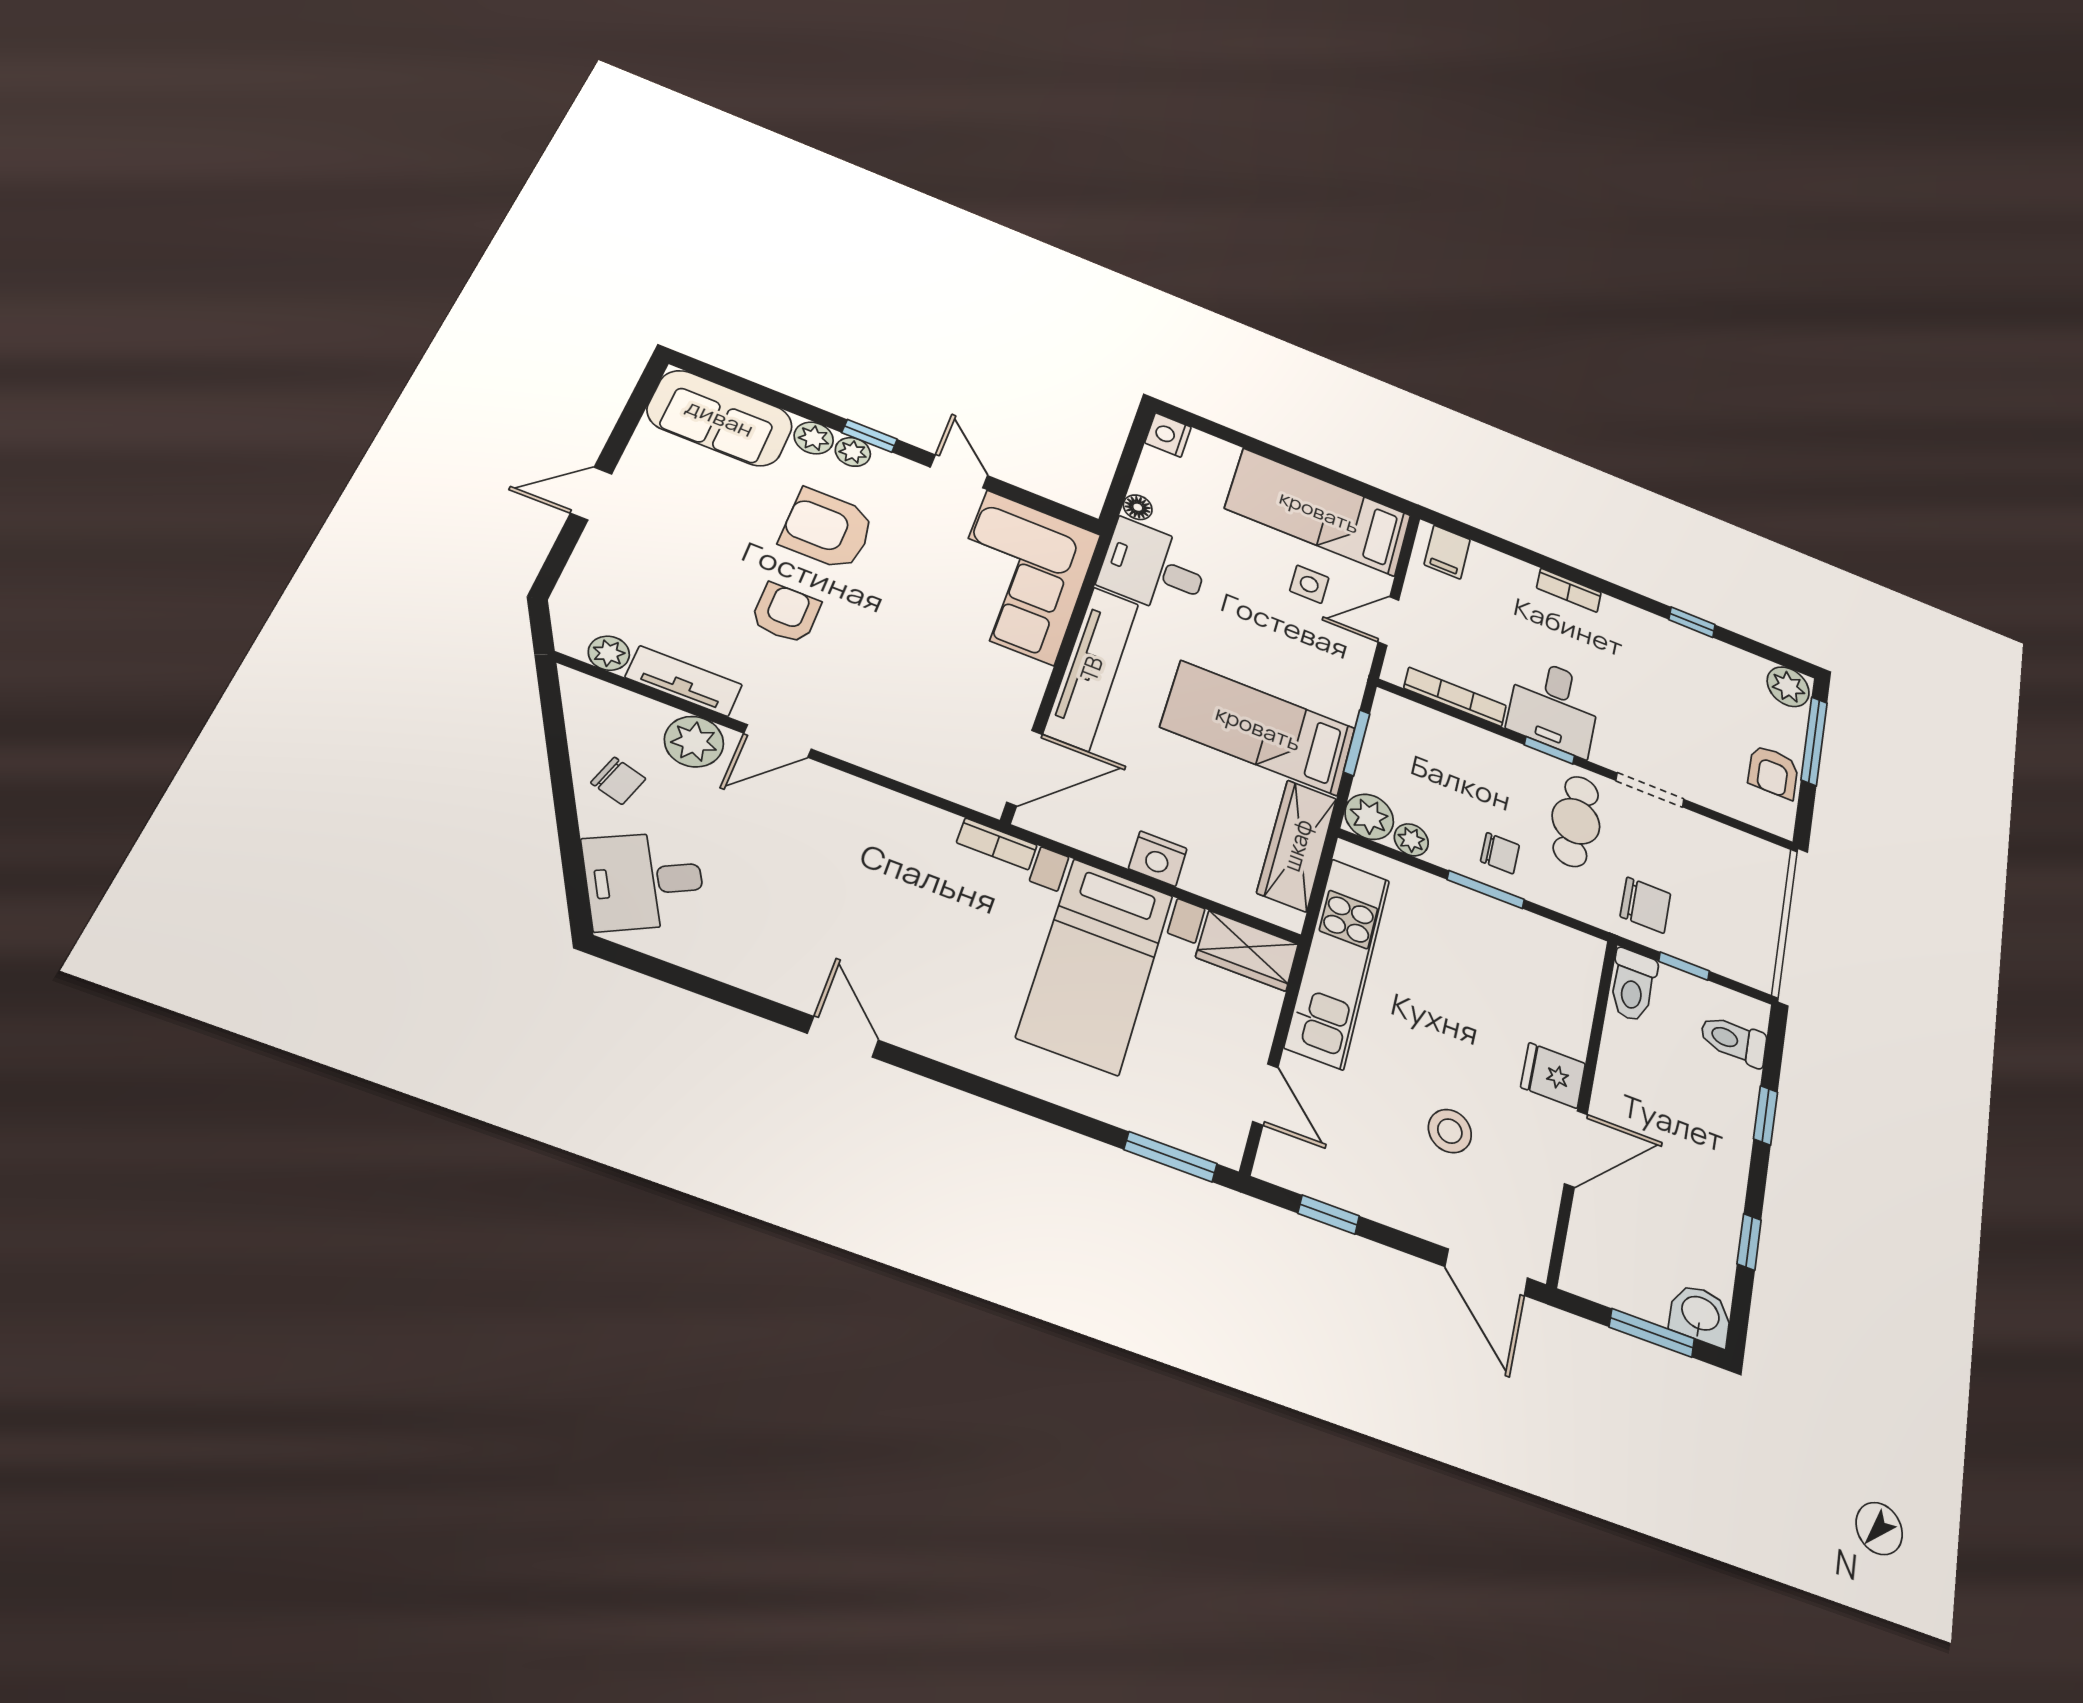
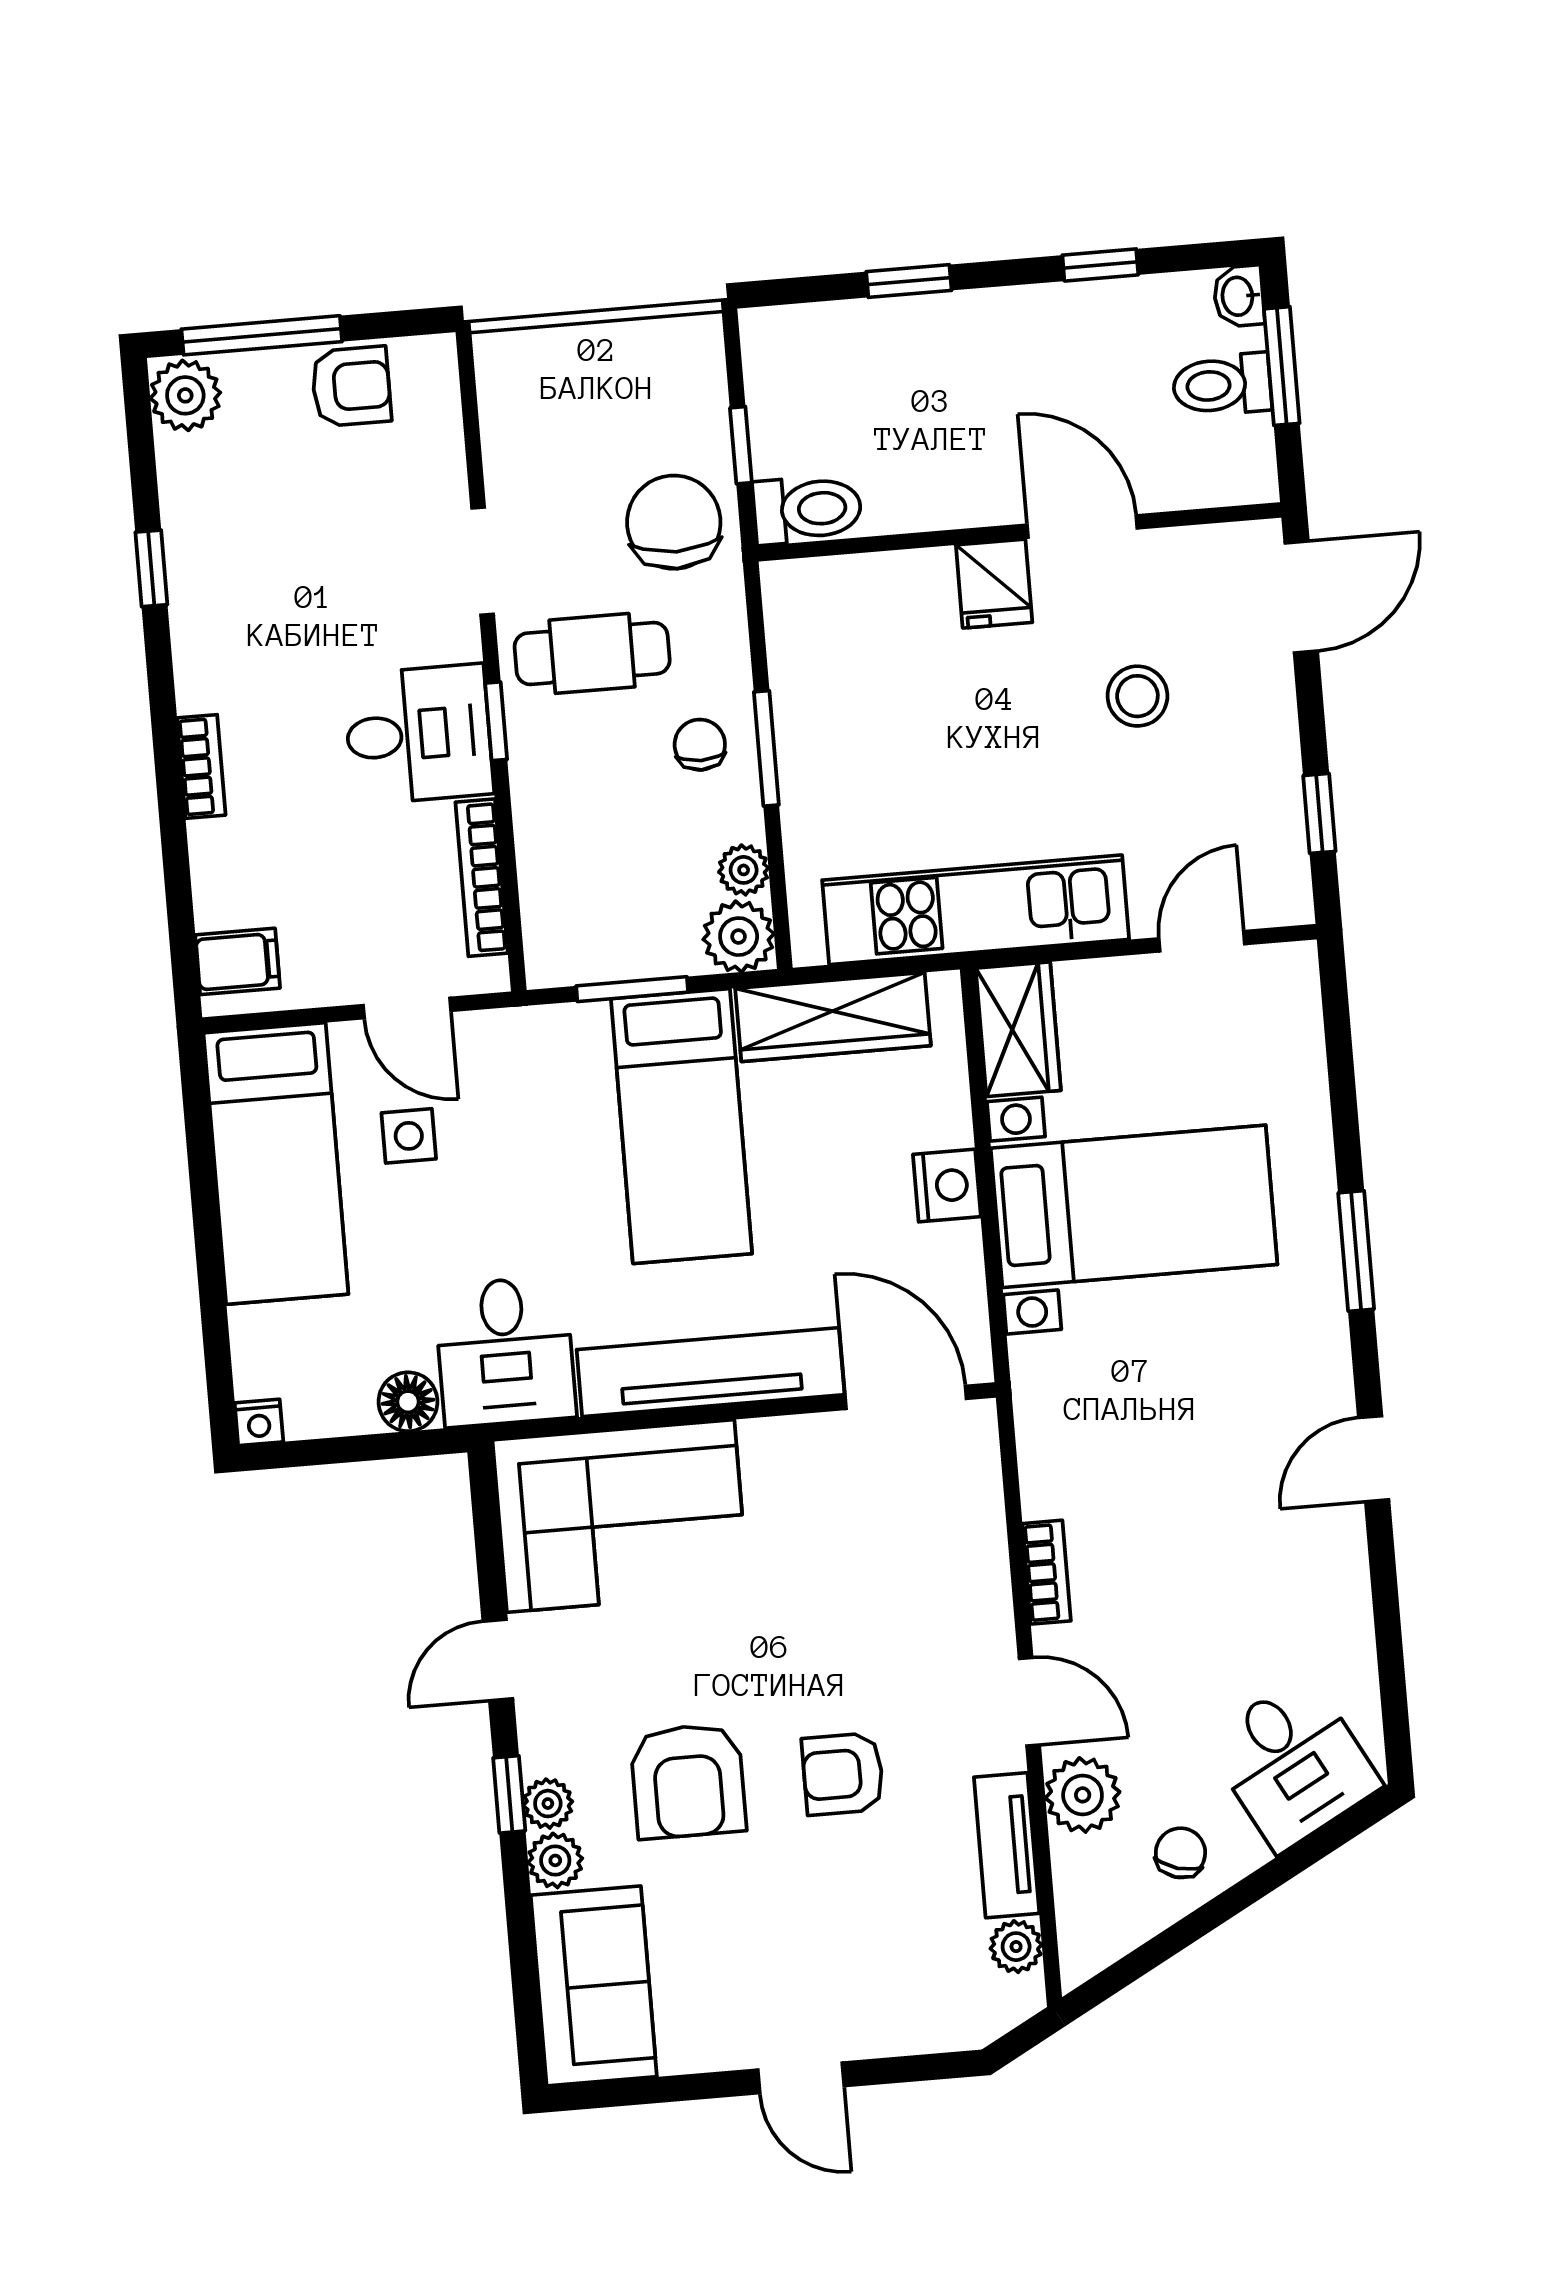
nightstand: (1168, 435) -> (259, 1422), width x0.72, depth x0.74
floor lamp: (1138, 507) -> (408, 1402), width x1.37, depth x1.37
bookcase: (997, 844) -> (1047, 1572), moved
chair: (1645, 905) -> (674, 522), width x1.37, depth x1.37
toilet: (1734, 1040) -> (1222, 385), moved, turned 90
window: (1171, 1157) -> (1356, 1251), moved
washbasin: (1700, 1315) -> (1239, 296), width x0.72, depth x0.69

